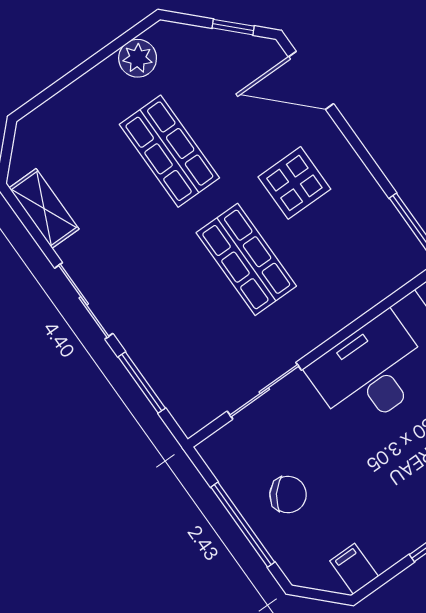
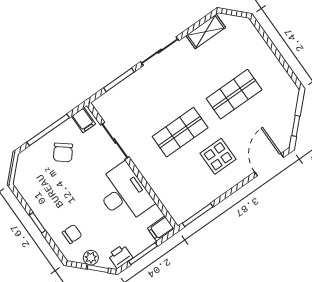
plant: (138, 58) -> (280, 78), removed
filing cabinet: (354, 569) -> (83, 120), moved, turned 90

